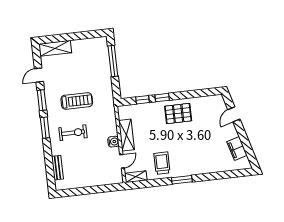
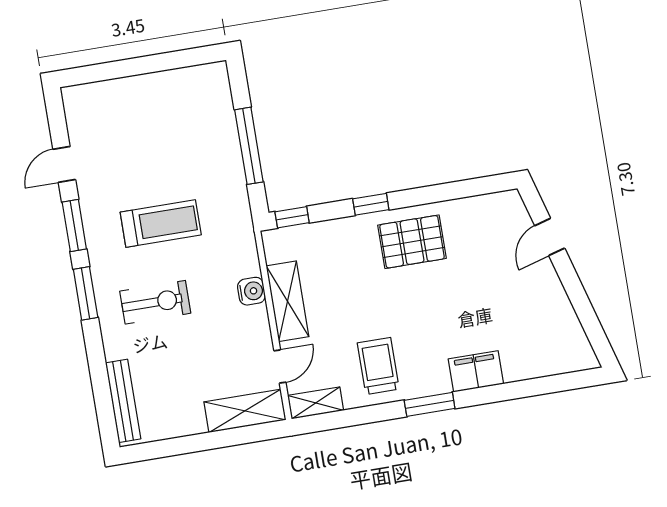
shelving: (55, 48) -> (245, 411), moved
window: (113, 61) -> (249, 146), moved
window: (143, 100) -> (292, 217), moved
water cooler: (113, 142) -> (251, 291), moved
filing cabinet: (237, 148) -> (476, 371), moved, turned 106
bench: (57, 168) -> (123, 401), width x1.36

